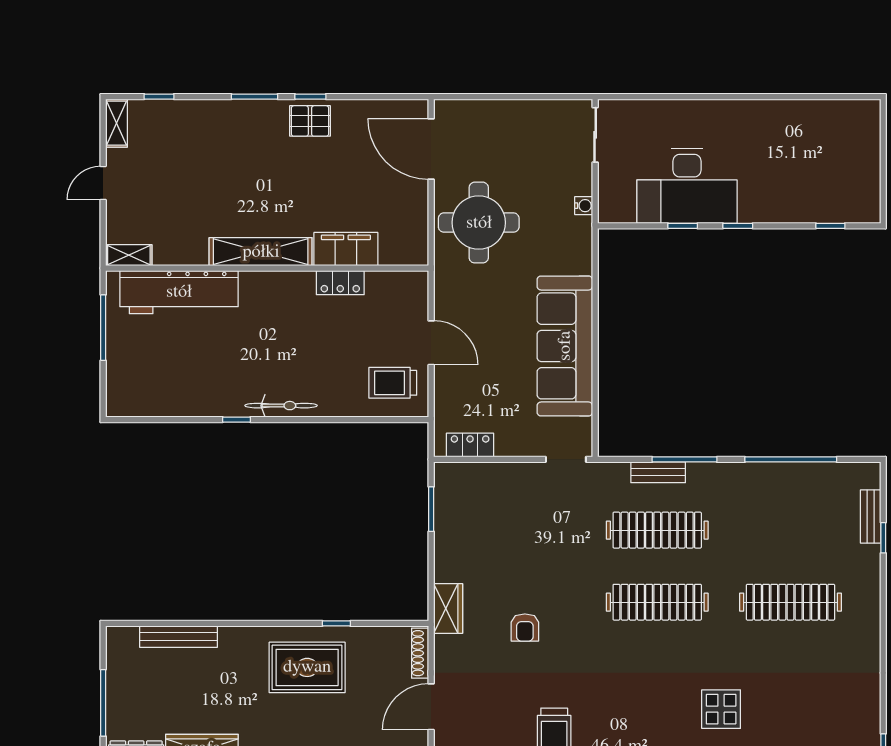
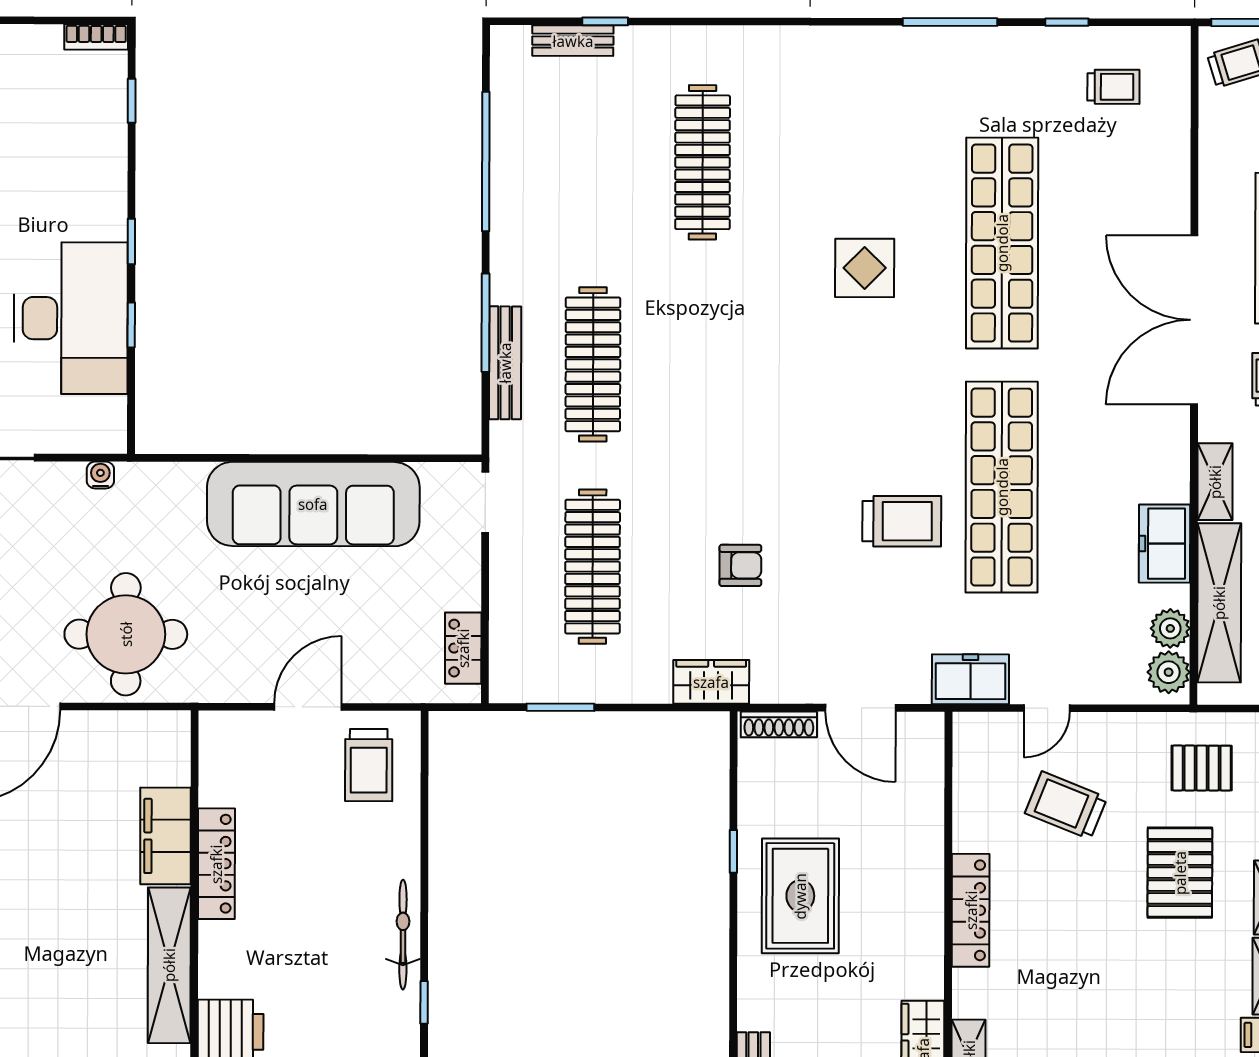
bookcase: (872, 202) -> (96, 37), added
locker: (340, 283) -> (216, 864), width x1.53
bench: (658, 472) -> (505, 363), width x1.36
clothes rail: (657, 602) -> (593, 567), moved

